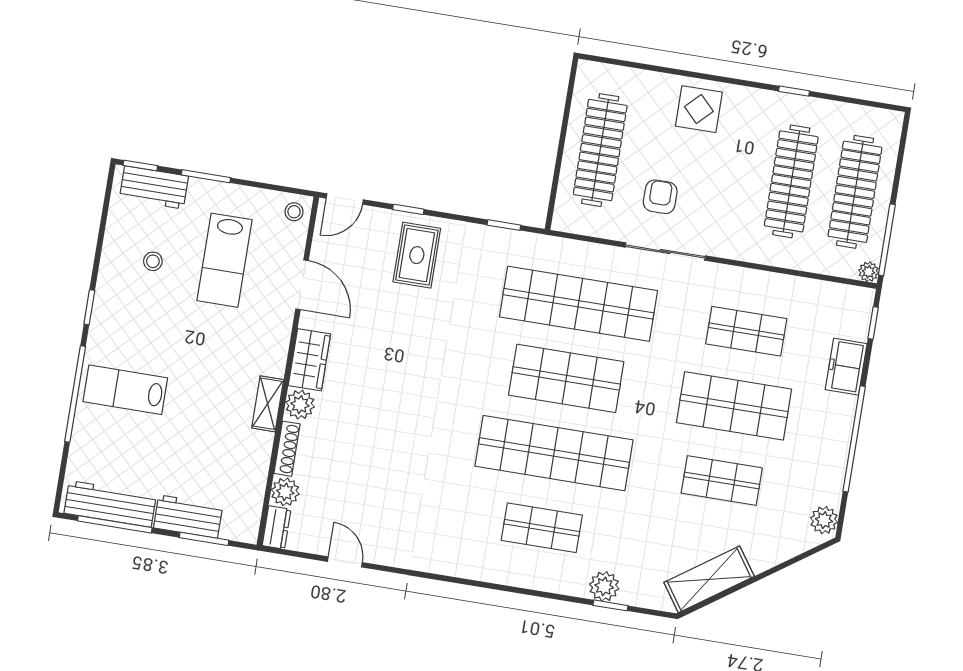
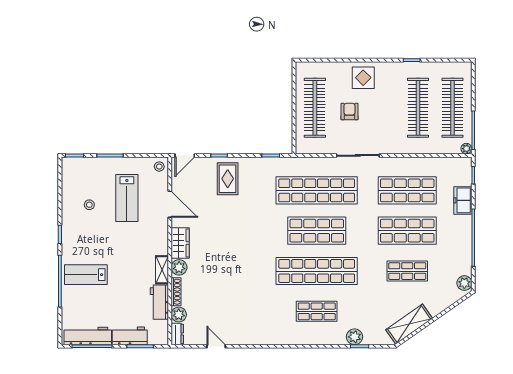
workbench: (154, 187) -> (159, 302), moved, turned 90
armchair: (660, 197) -> (349, 111), moved
shop shelf: (746, 331) -> (407, 190), width x1.43, depth x1.36

